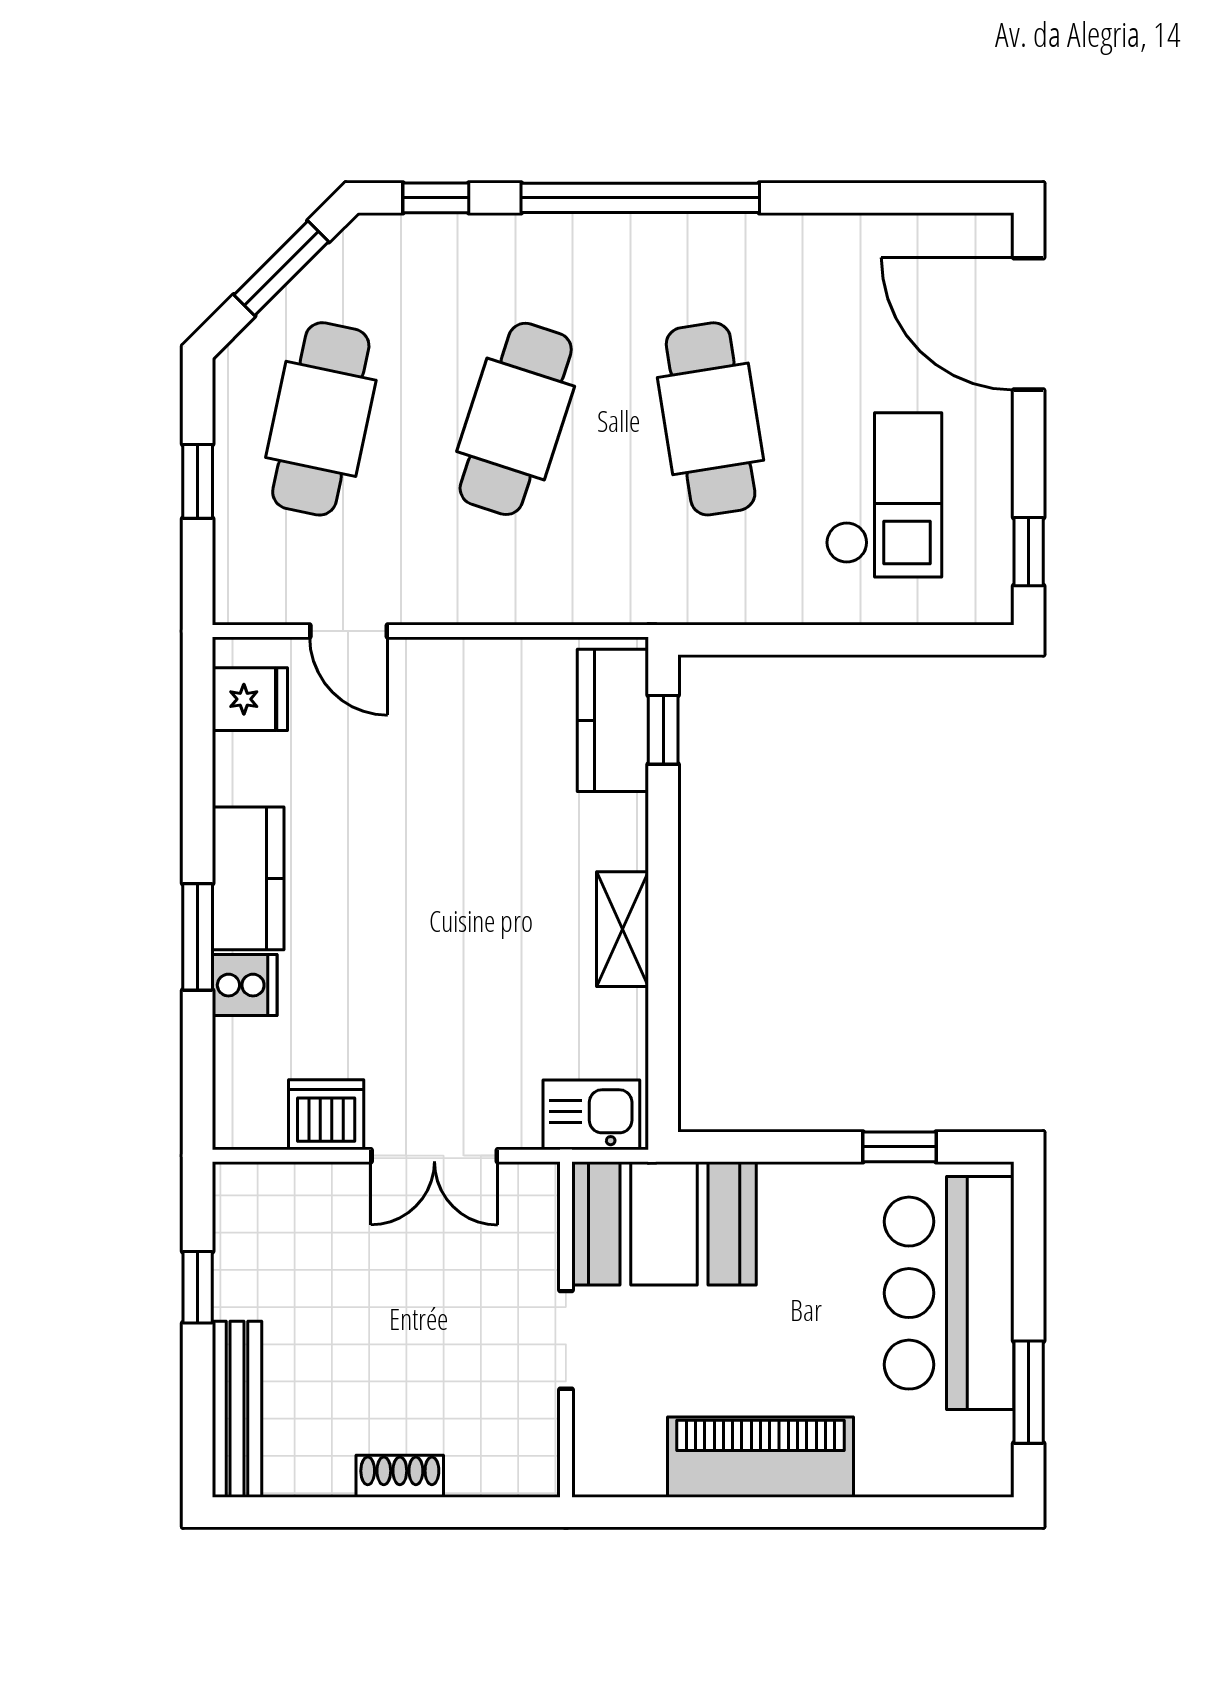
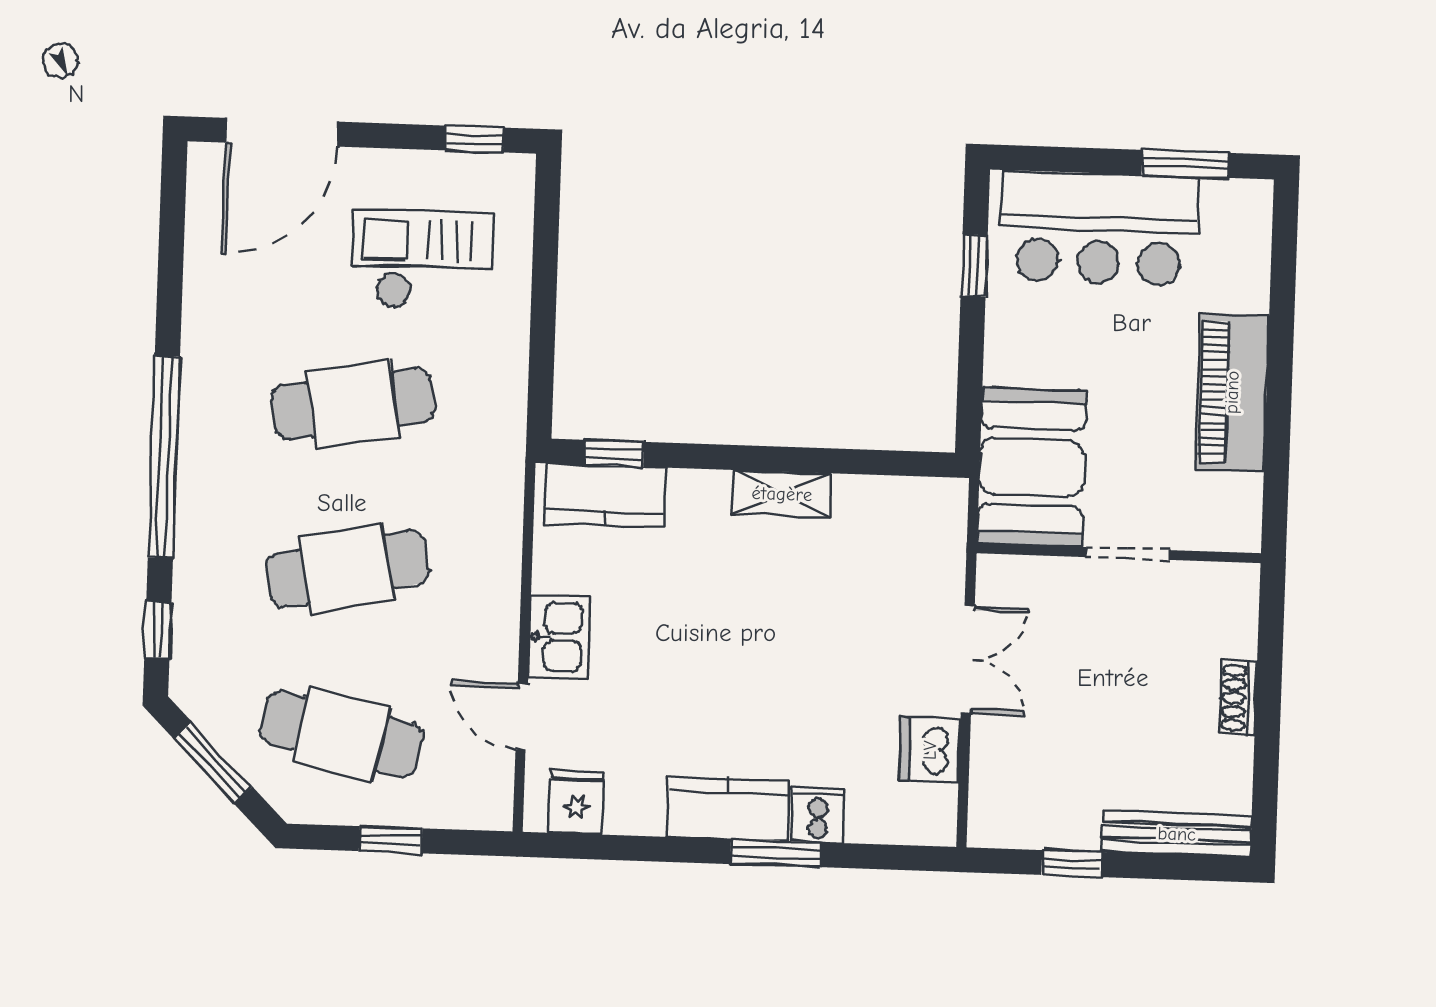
cafe table: (516, 419) -> (347, 569), turned -30
door: (349, 631) -> (522, 716), swing flipped
kitchen sink: (591, 1115) -> (559, 637), moved, turned 180

